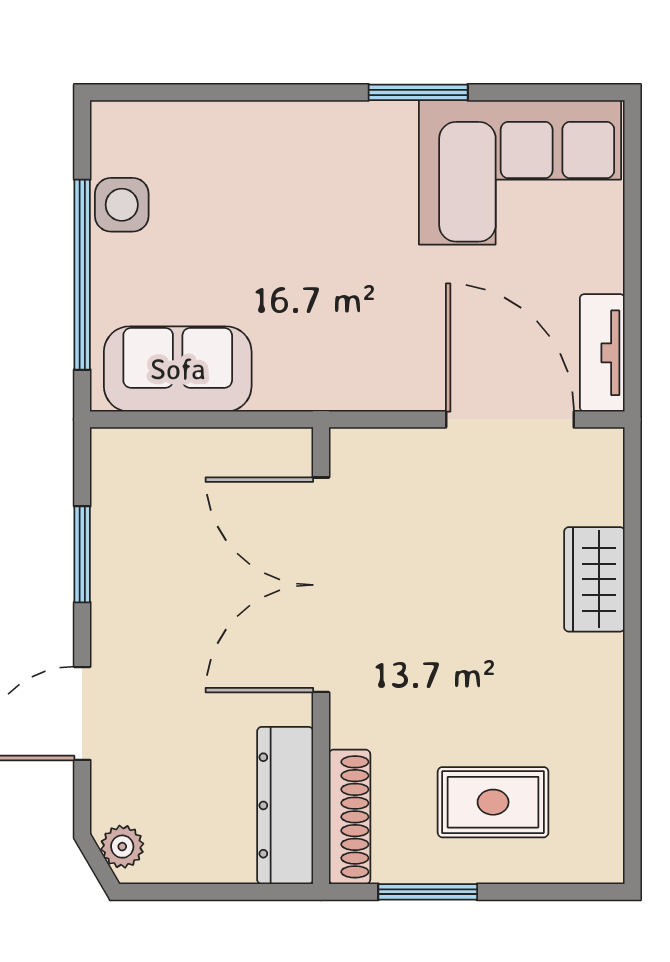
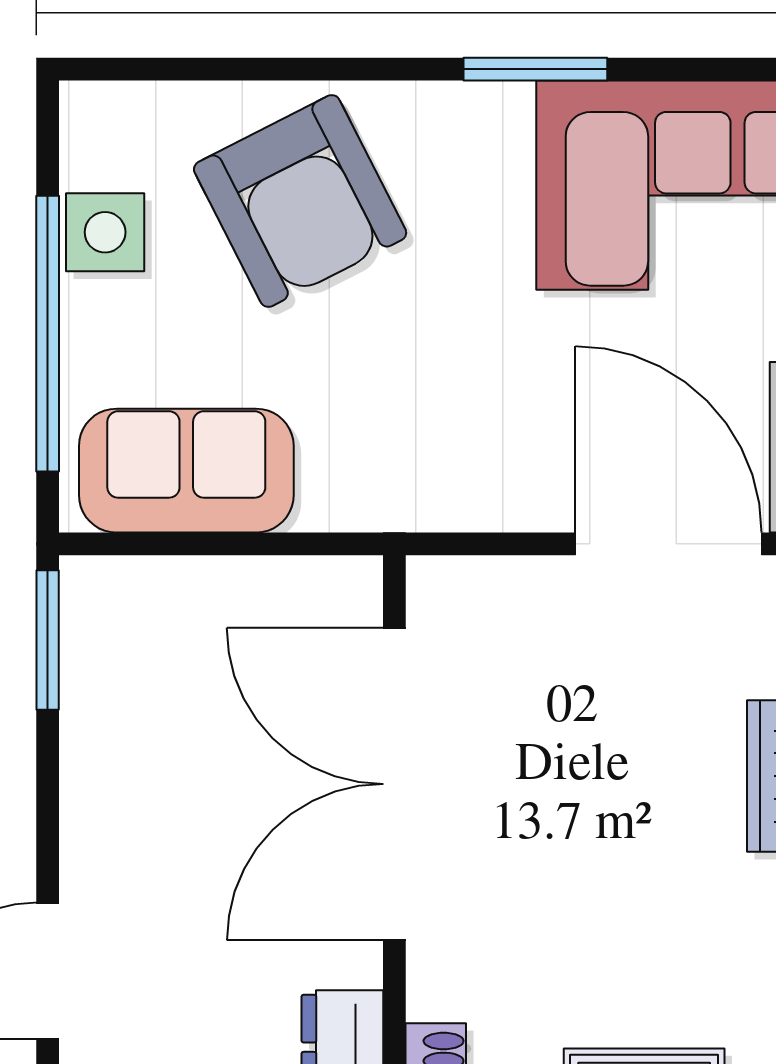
armchair: (256, 183) -> (300, 201), added
window: (82, 554) -> (48, 640), moved

